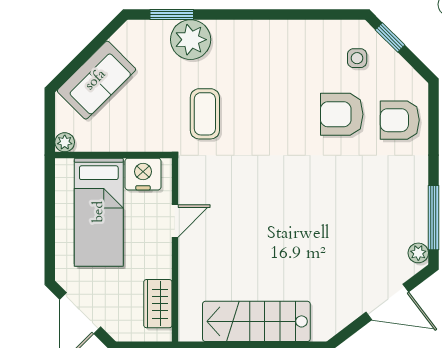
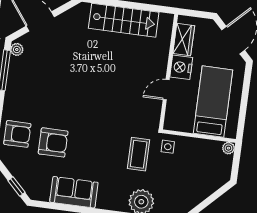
side table: (357, 58) -> (168, 147), moved
sofa: (96, 80) -> (74, 192), moved, turned 45
nightstand: (143, 174) -> (181, 67), moved, turned 90

